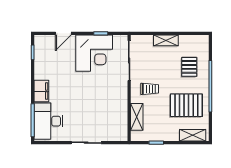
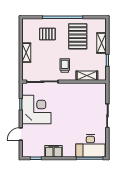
door: (63, 33) -> (21, 134), swing flipped
filing cabinet: (41, 91) -> (54, 151), moved
shelving: (193, 135) -> (102, 43), moved

